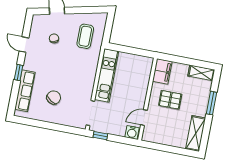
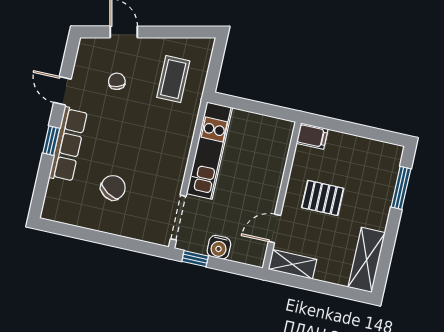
filing cabinet: (162, 71) -> (312, 136), width x0.50
shelving: (201, 73) -> (292, 264), moved
row of seats: (25, 91) -> (68, 144), moved
window: (211, 103) -> (401, 188), moved
water cooler: (132, 132) -> (219, 247), moved

